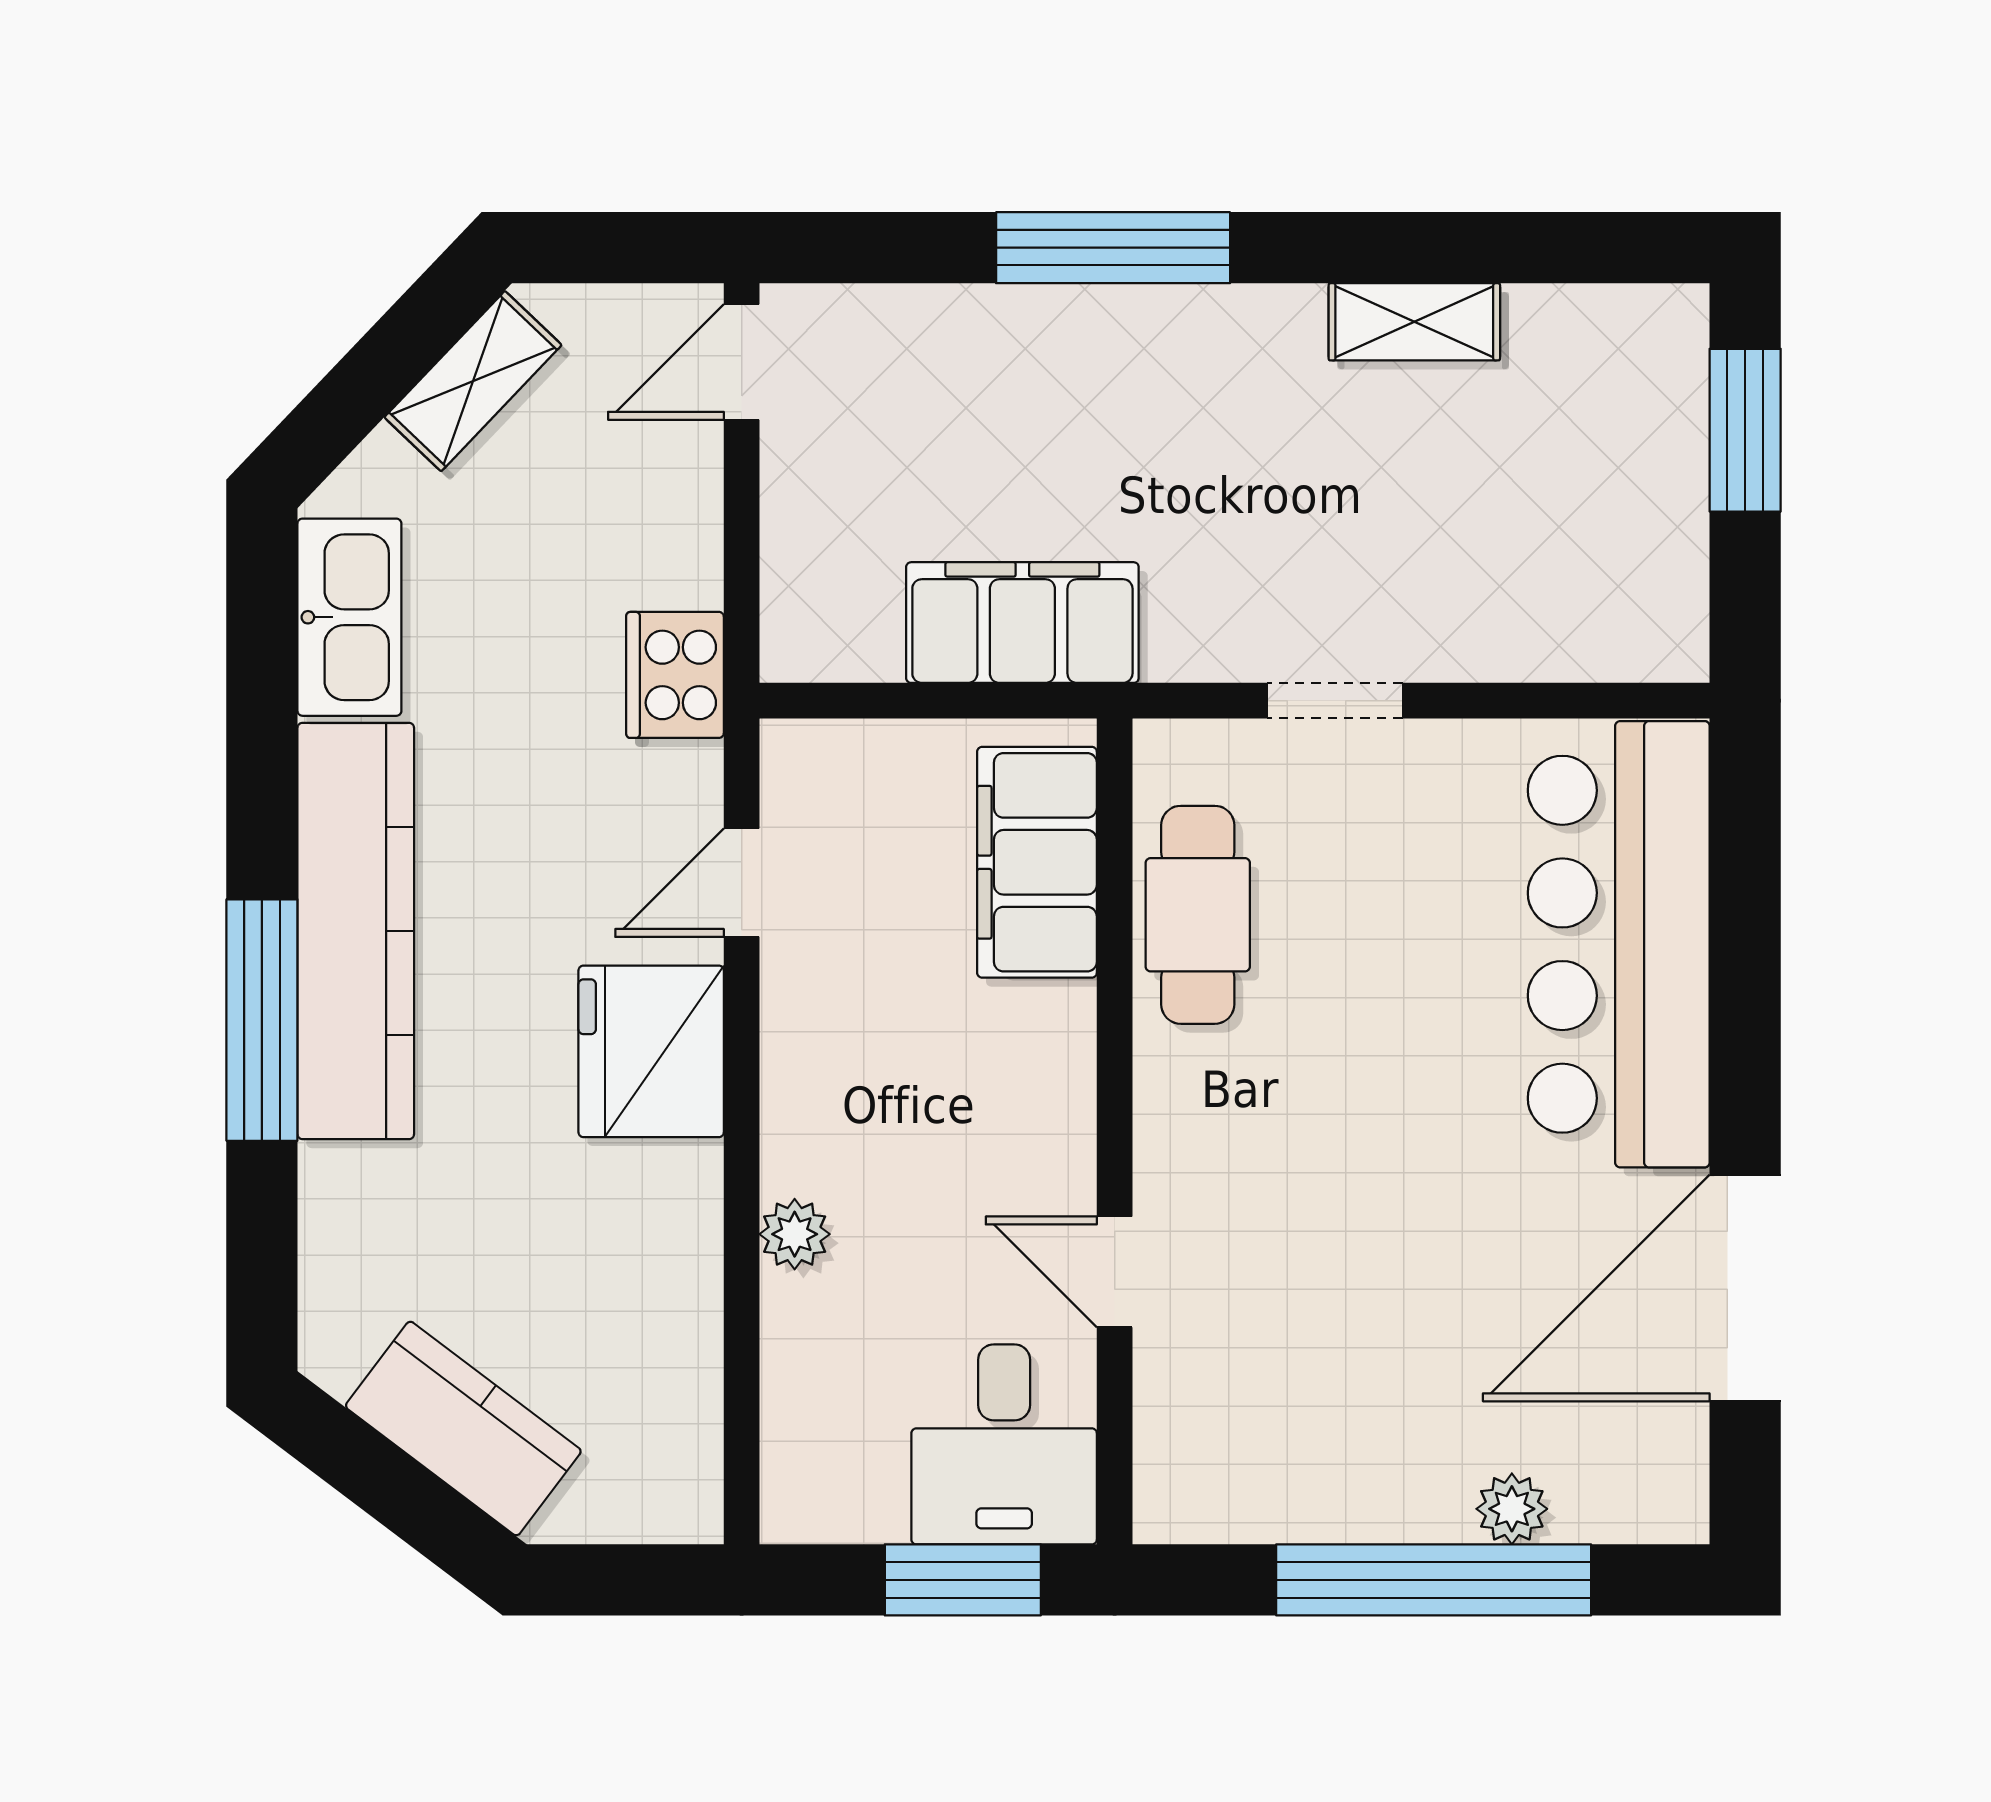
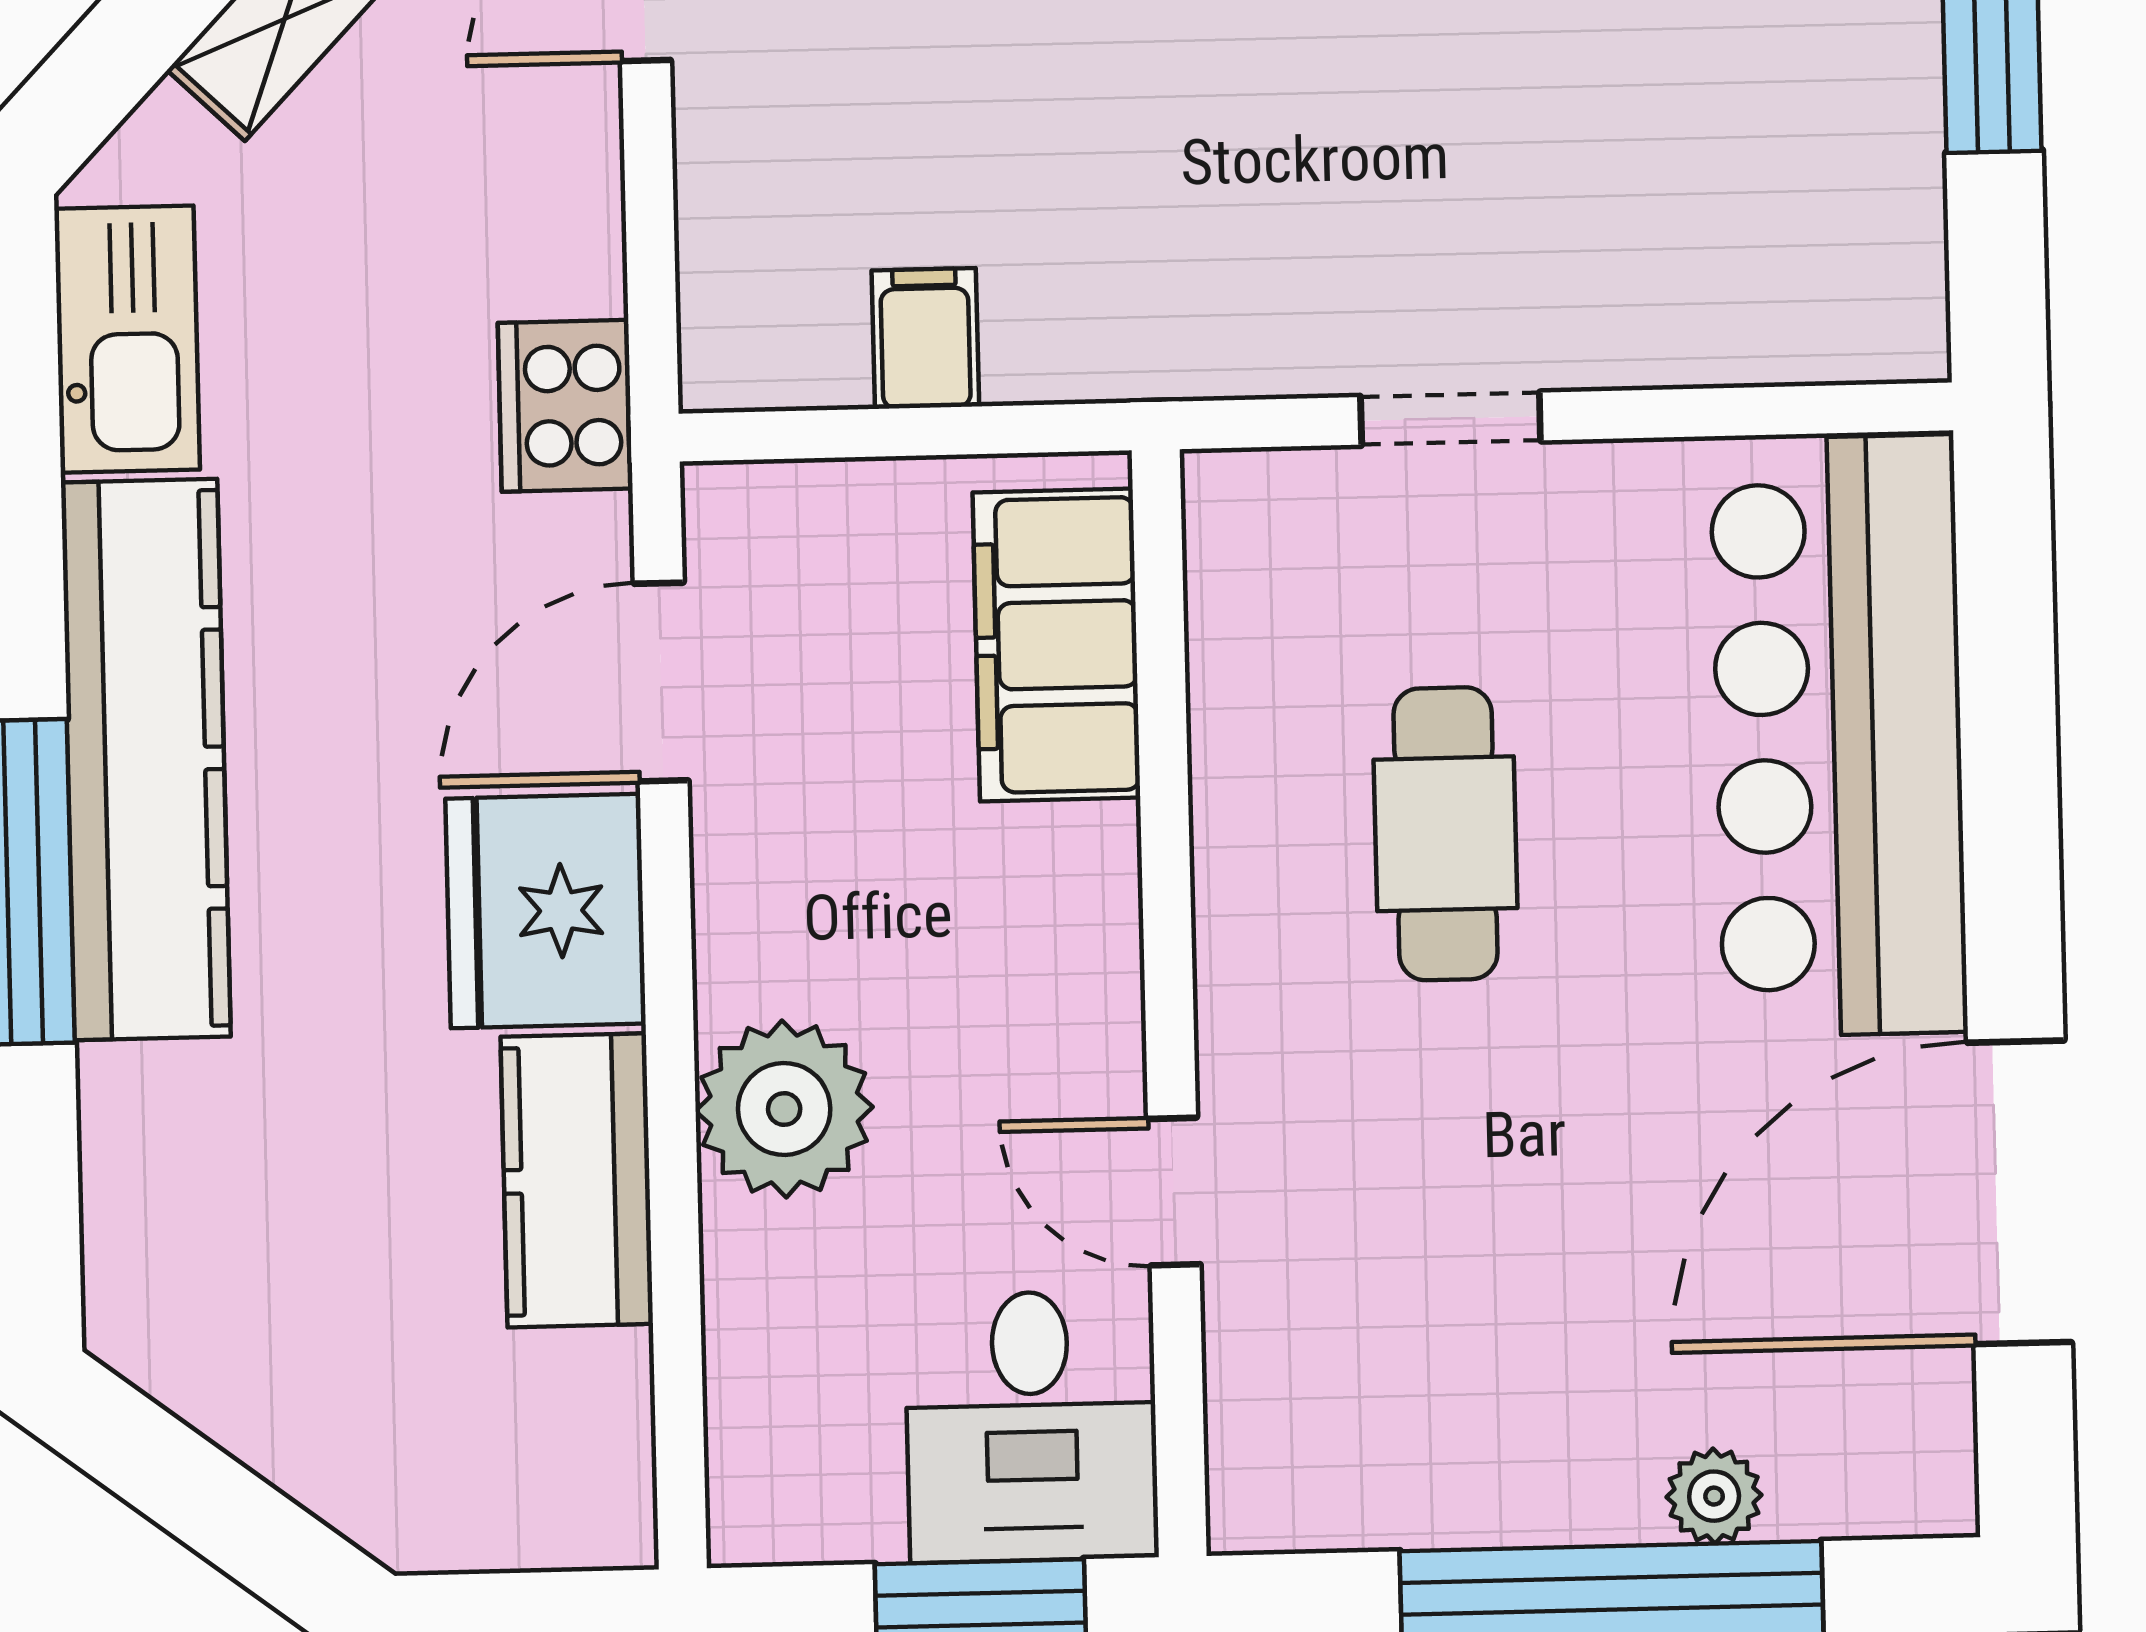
filing cabinet: (1022, 623) -> (925, 338), width x0.33, depth x0.86
door: (742, 883) -> (661, 682), width x1.38
cafe table: (1198, 915) -> (1445, 834), moved
plant: (795, 1234) -> (784, 1109), width x1.88, depth x1.88
kitchen counter: (463, 1429) -> (577, 1180), moved, turned -127

